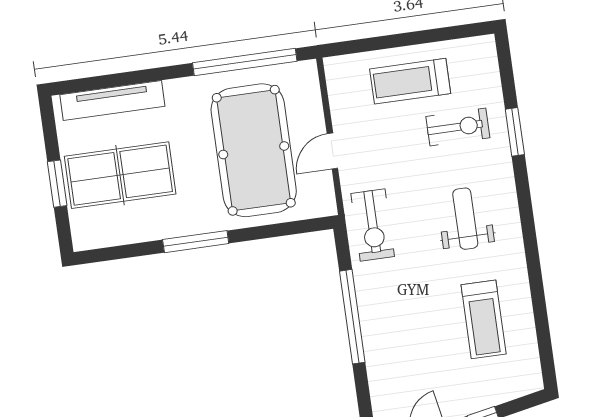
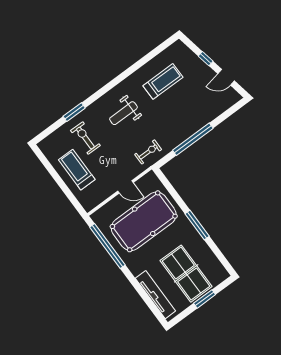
treadmill: (410, 81) -> (77, 170), turned 180
exercise bike: (373, 225) -> (148, 152), width x0.73, depth x0.72

